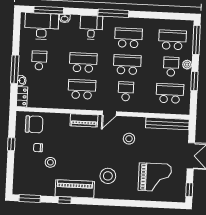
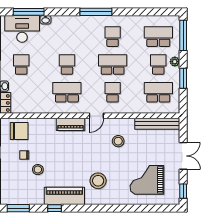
desk: (91, 27) -> (74, 28), removed
school desk: (128, 38) -> (113, 37), width x0.54
school desk: (83, 62) -> (67, 64), width x0.54
grand piano: (155, 177) -> (147, 180), turned 180

